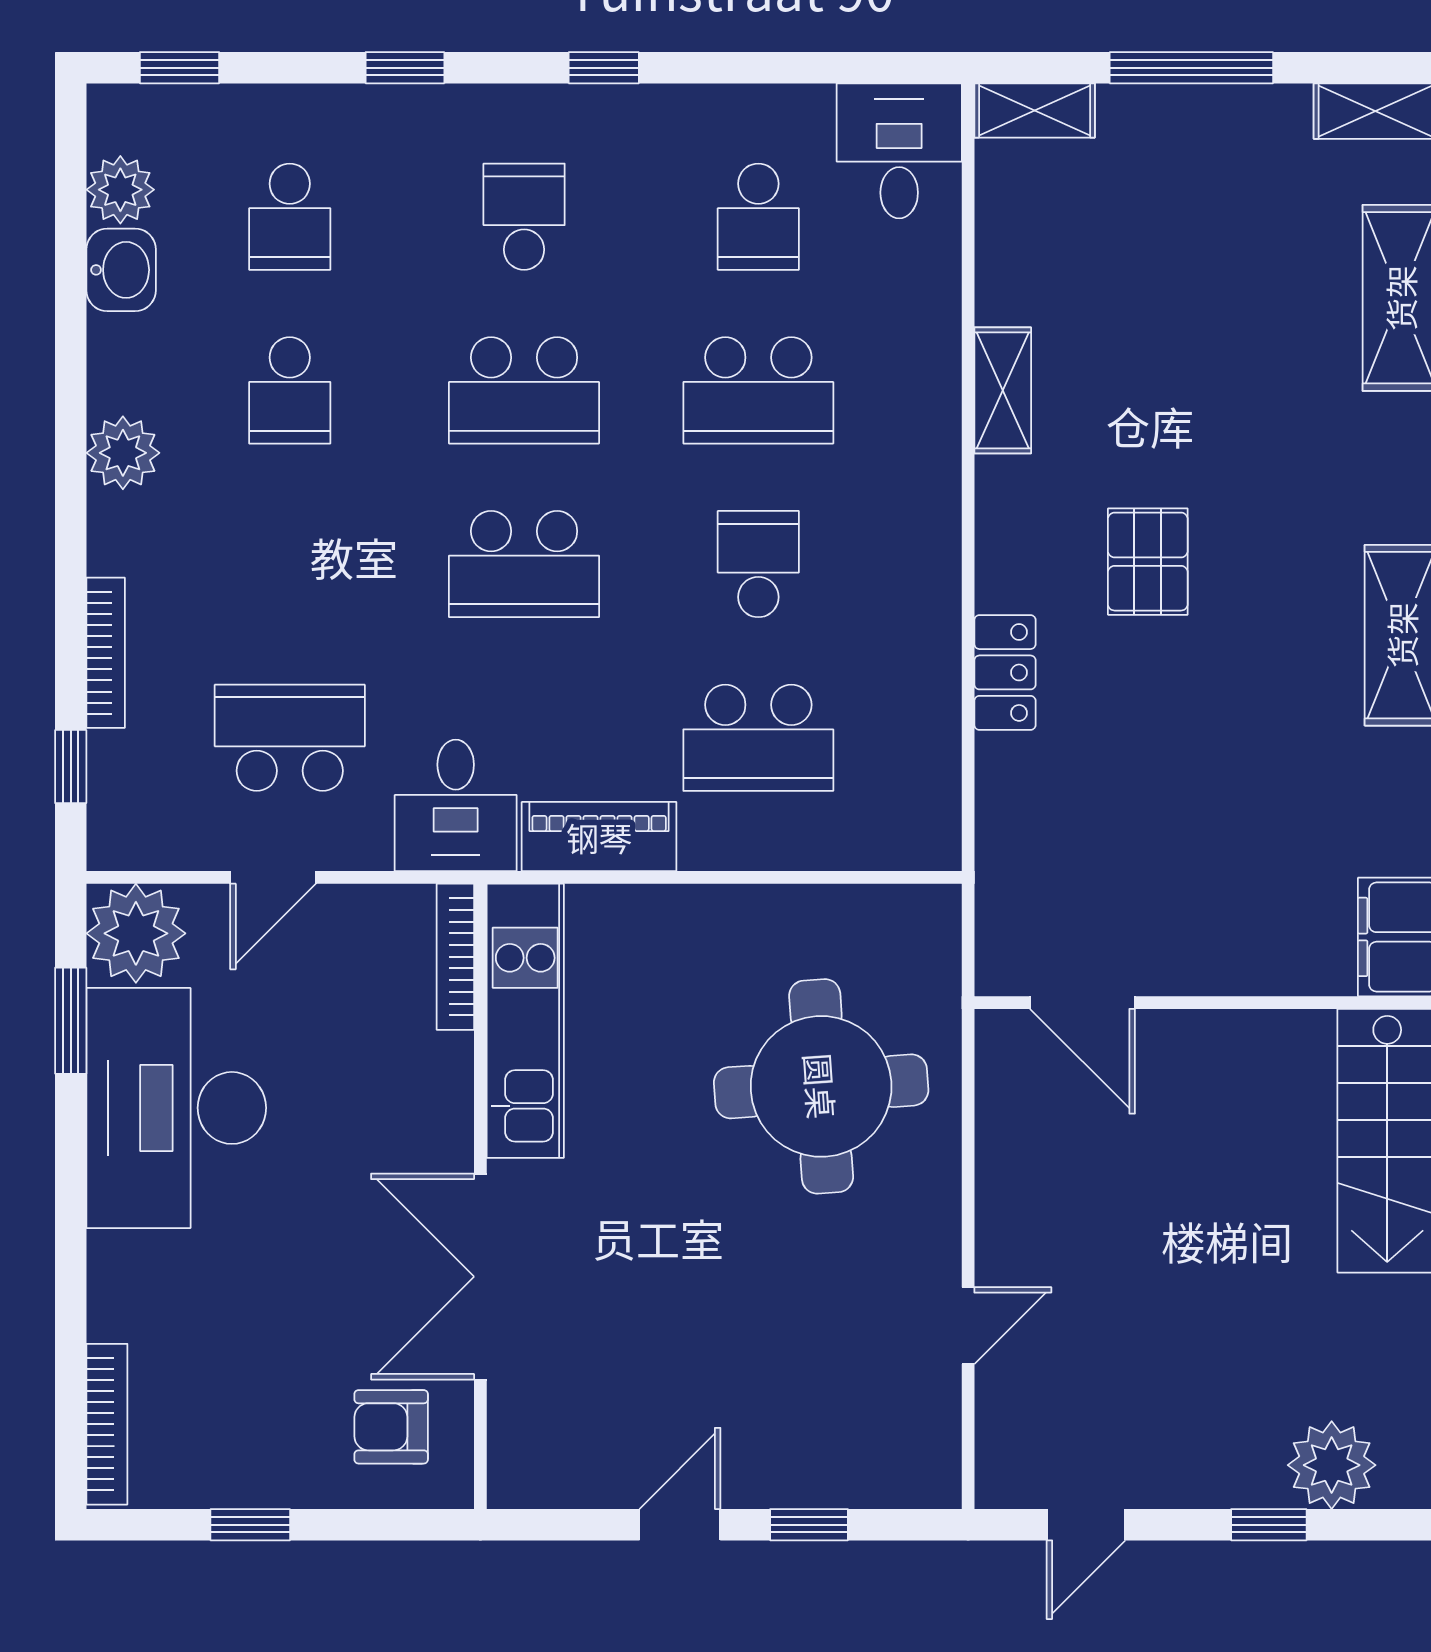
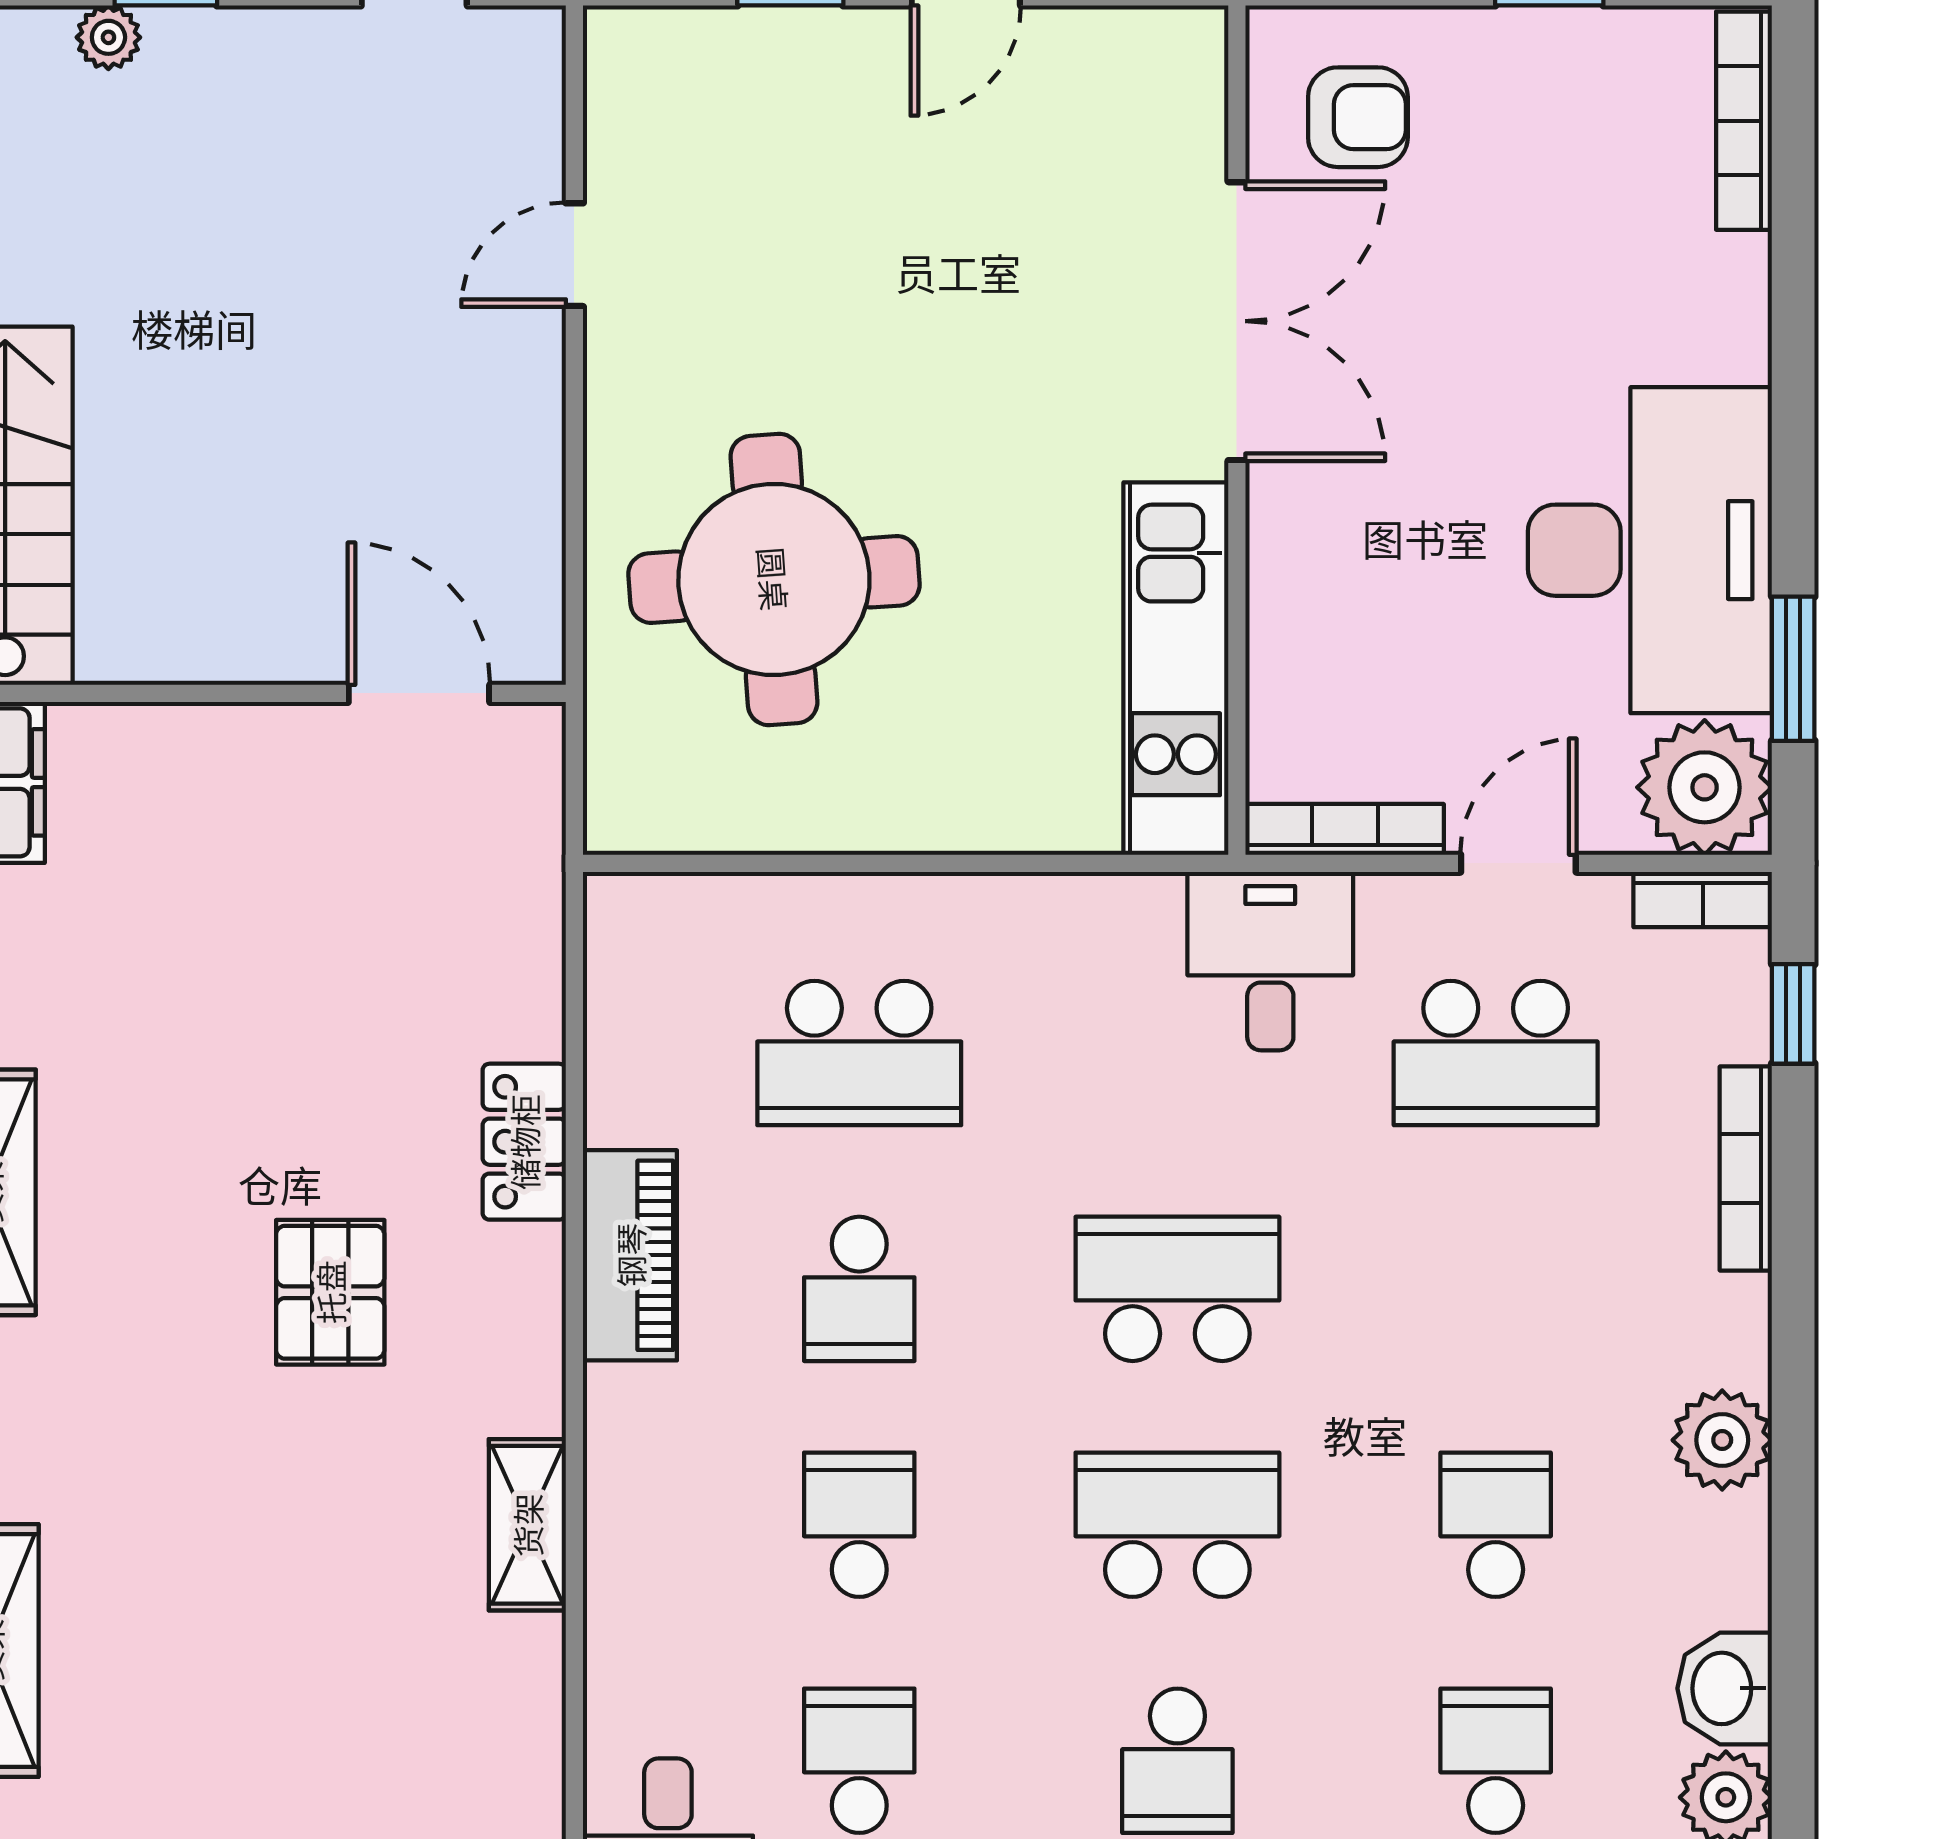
school desk: (758, 390) -> (859, 1525), width x0.54
school desk: (758, 738) -> (859, 1053), turned 180
piano: (599, 837) -> (630, 1255), moved, turned -90
bookcase: (137, 851) -> (1703, 899), added
bookcase: (455, 957) -> (1345, 829), moved, turned -90
plant: (1332, 1465) -> (108, 37), width x0.53, depth x0.53

